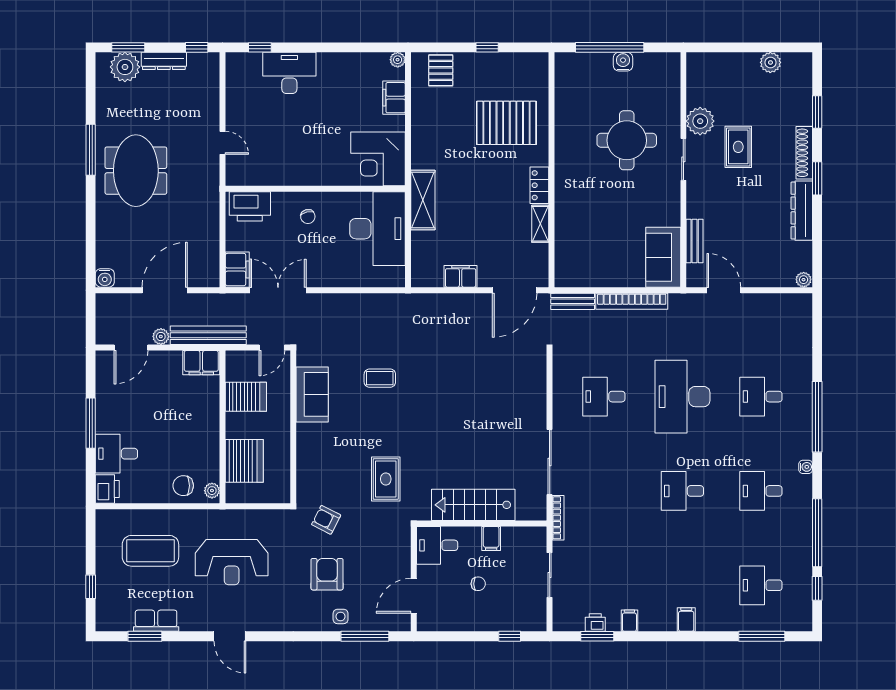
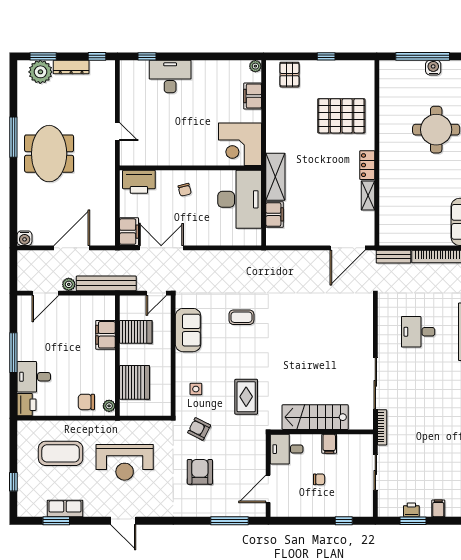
filing cabinet: (461, 276) -> (275, 214), moved, turned 90
filing cabinet: (201, 363) -> (105, 335), moved, turned 90
side table: (341, 616) -> (196, 389), moved

